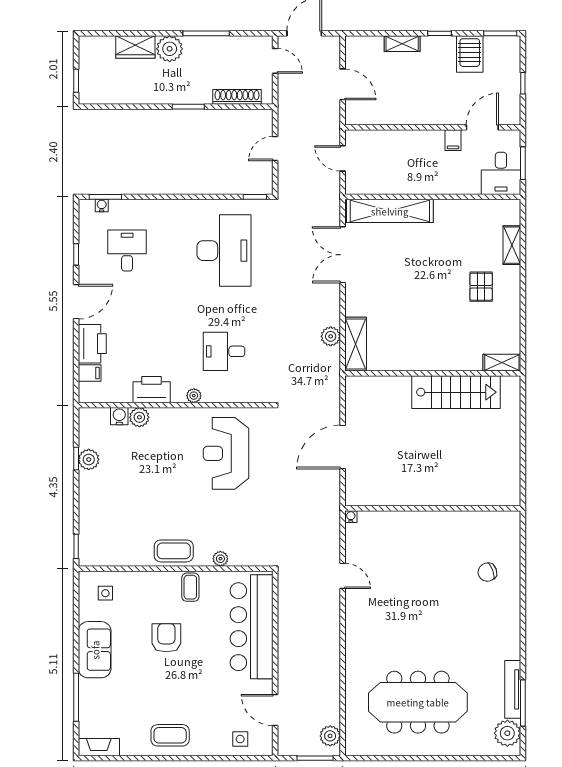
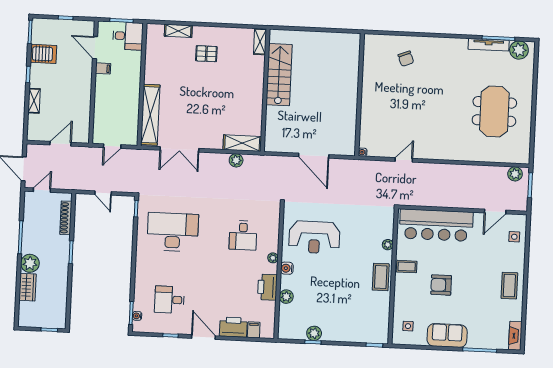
water cooler: (119, 416) -> (287, 268), moved
meeting table: (418, 702) -> (494, 111), width x0.73

